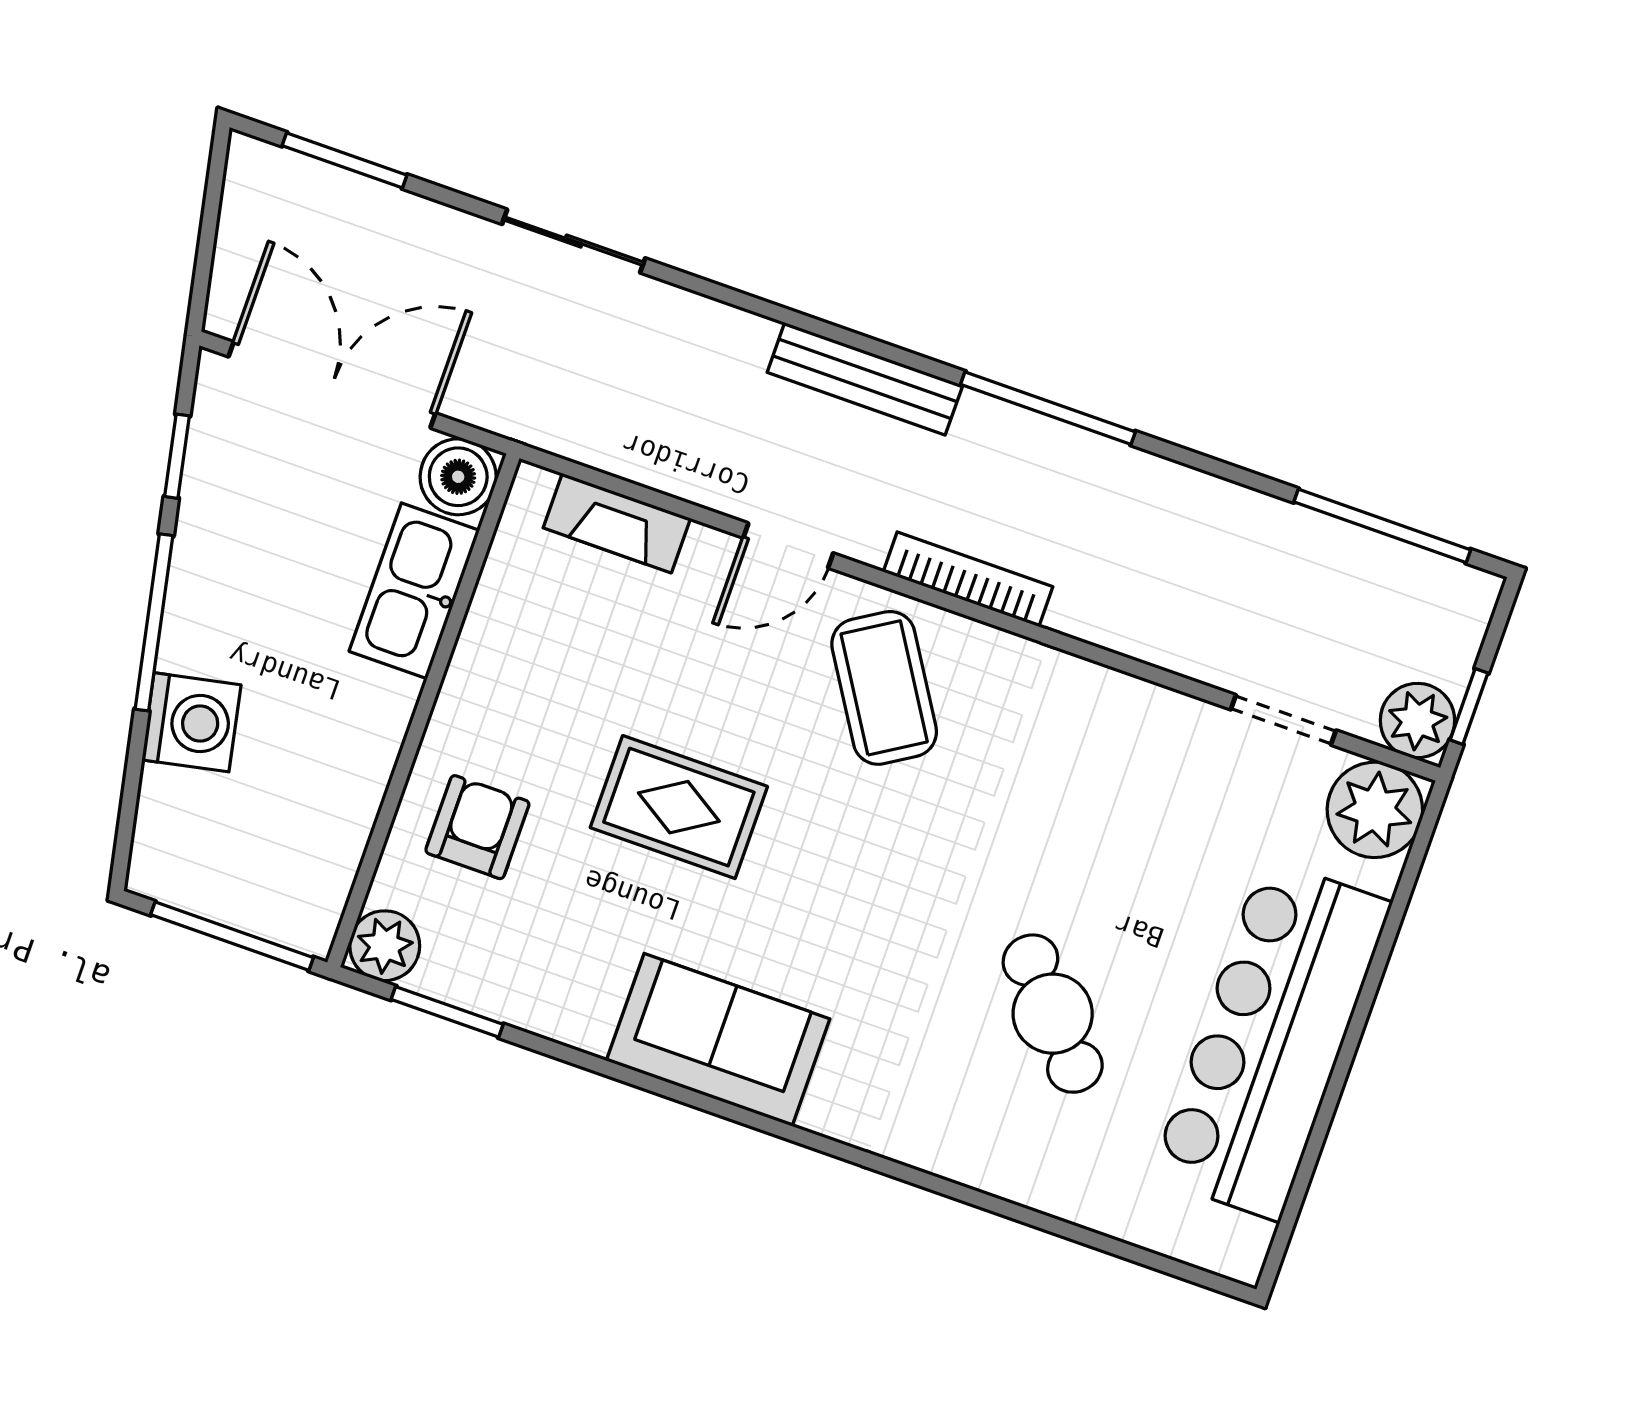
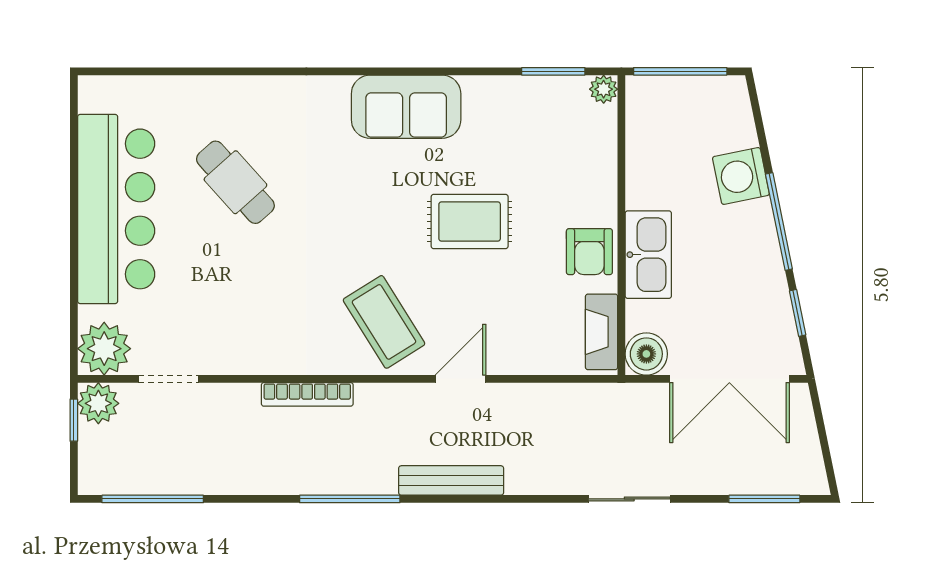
fireplace: (617, 523) -> (602, 332), moved, turned -90
bookcase: (968, 579) -> (307, 394), moved
kitchen sink: (414, 591) -> (648, 255), moved
armchair: (477, 827) -> (589, 252), moved
plant: (385, 946) -> (604, 89), width x0.73, depth x0.73

